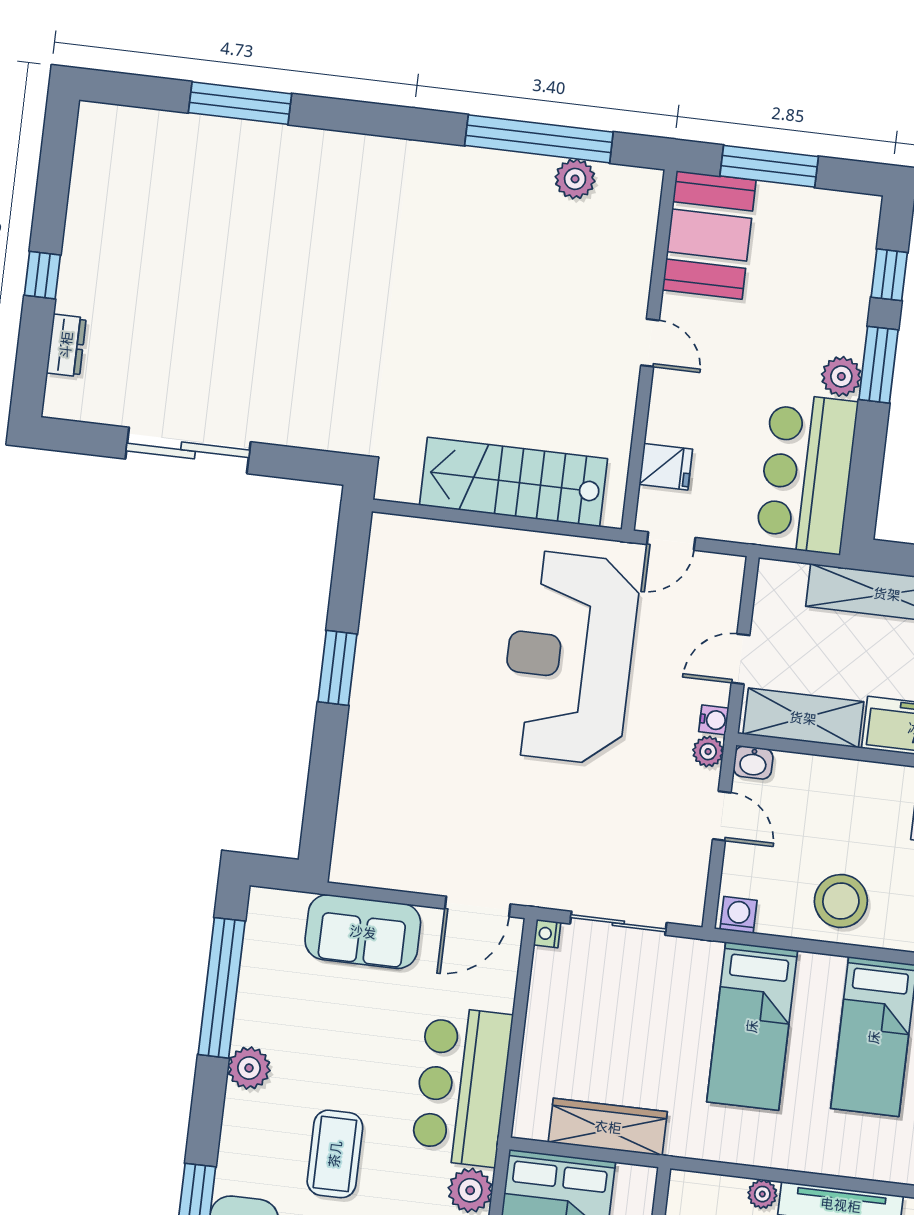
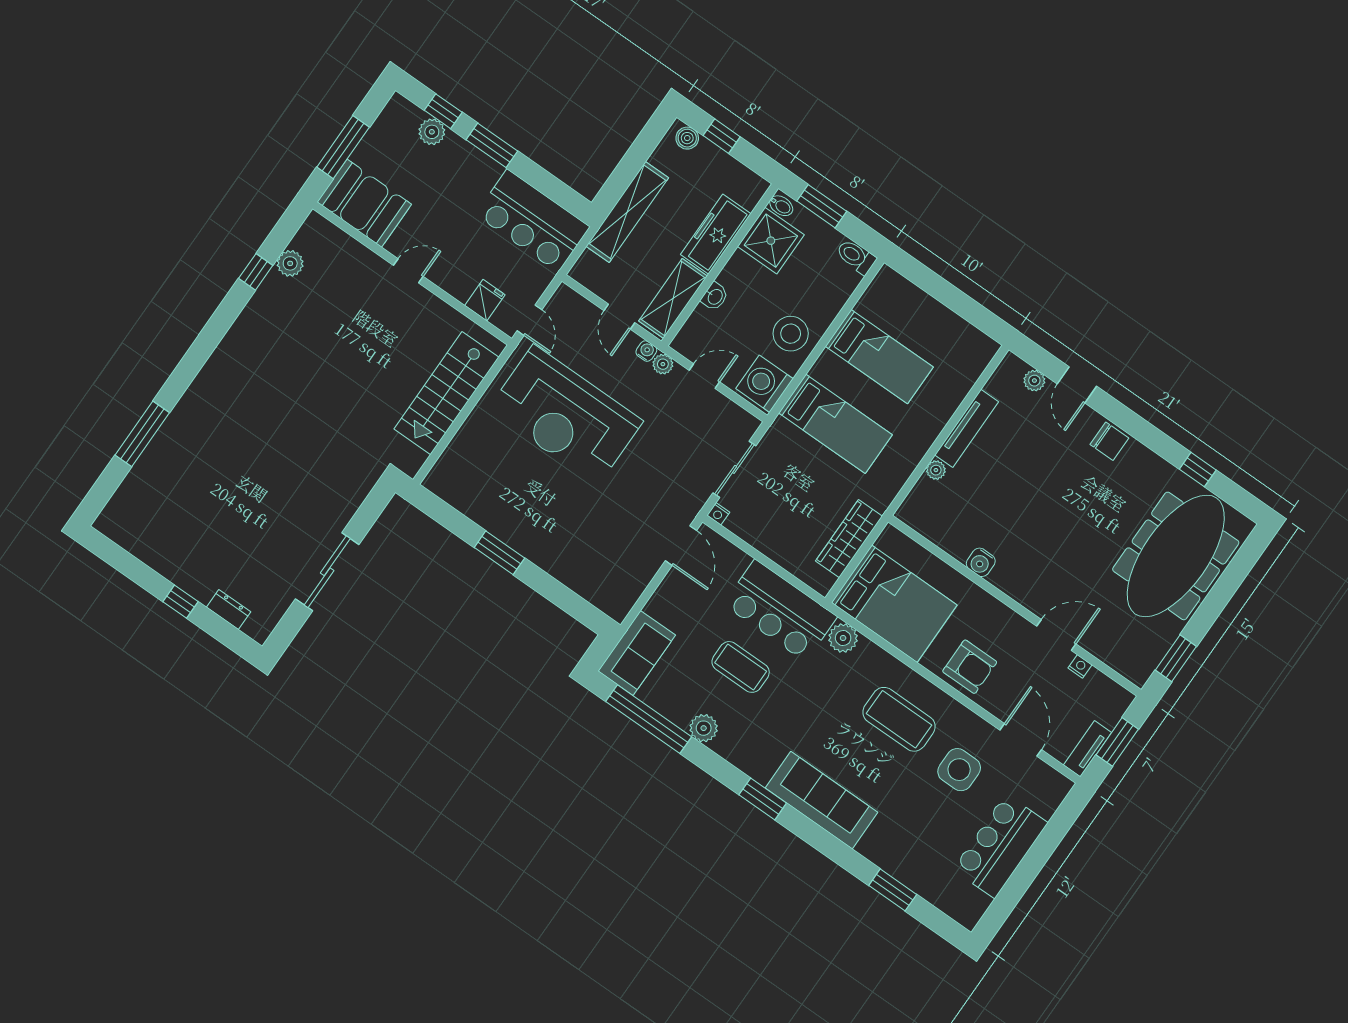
window: (539, 139) -> (256, 272), width x0.32
plant: (841, 376) -> (432, 132), moved
washbasin: (753, 763) -> (715, 296), moved
washing machine: (738, 915) -> (764, 384), width x1.89, depth x1.89
sofa: (363, 932) -> (637, 653), moved
coffee table: (335, 1154) -> (741, 667), moved

